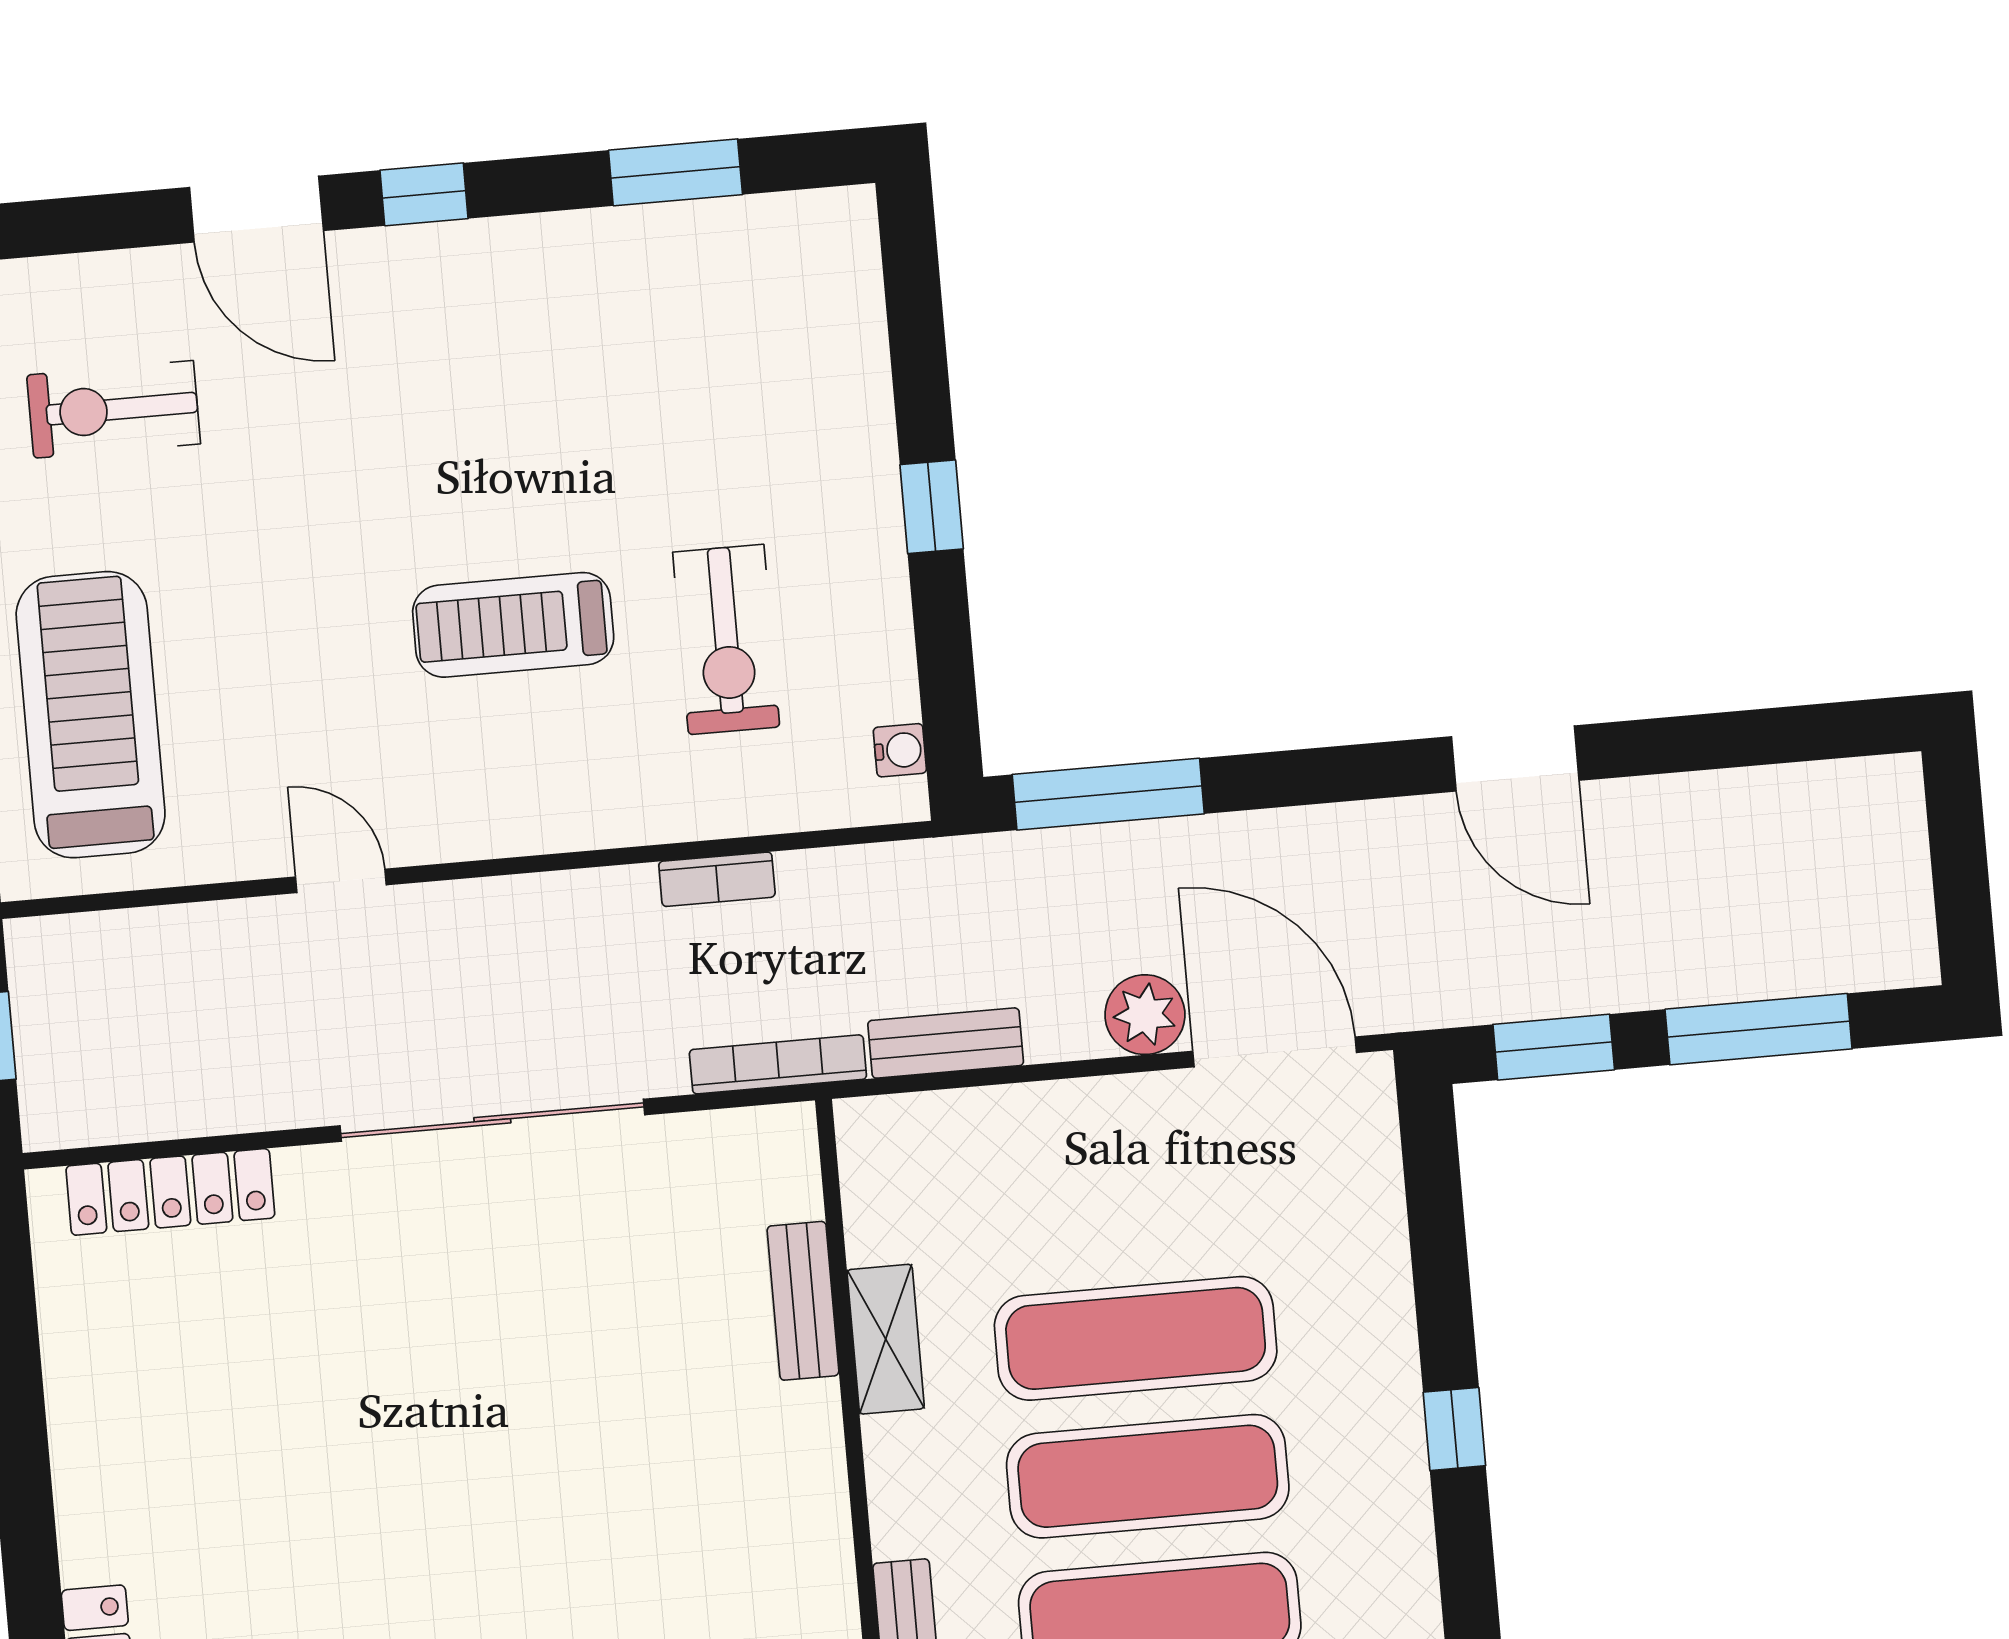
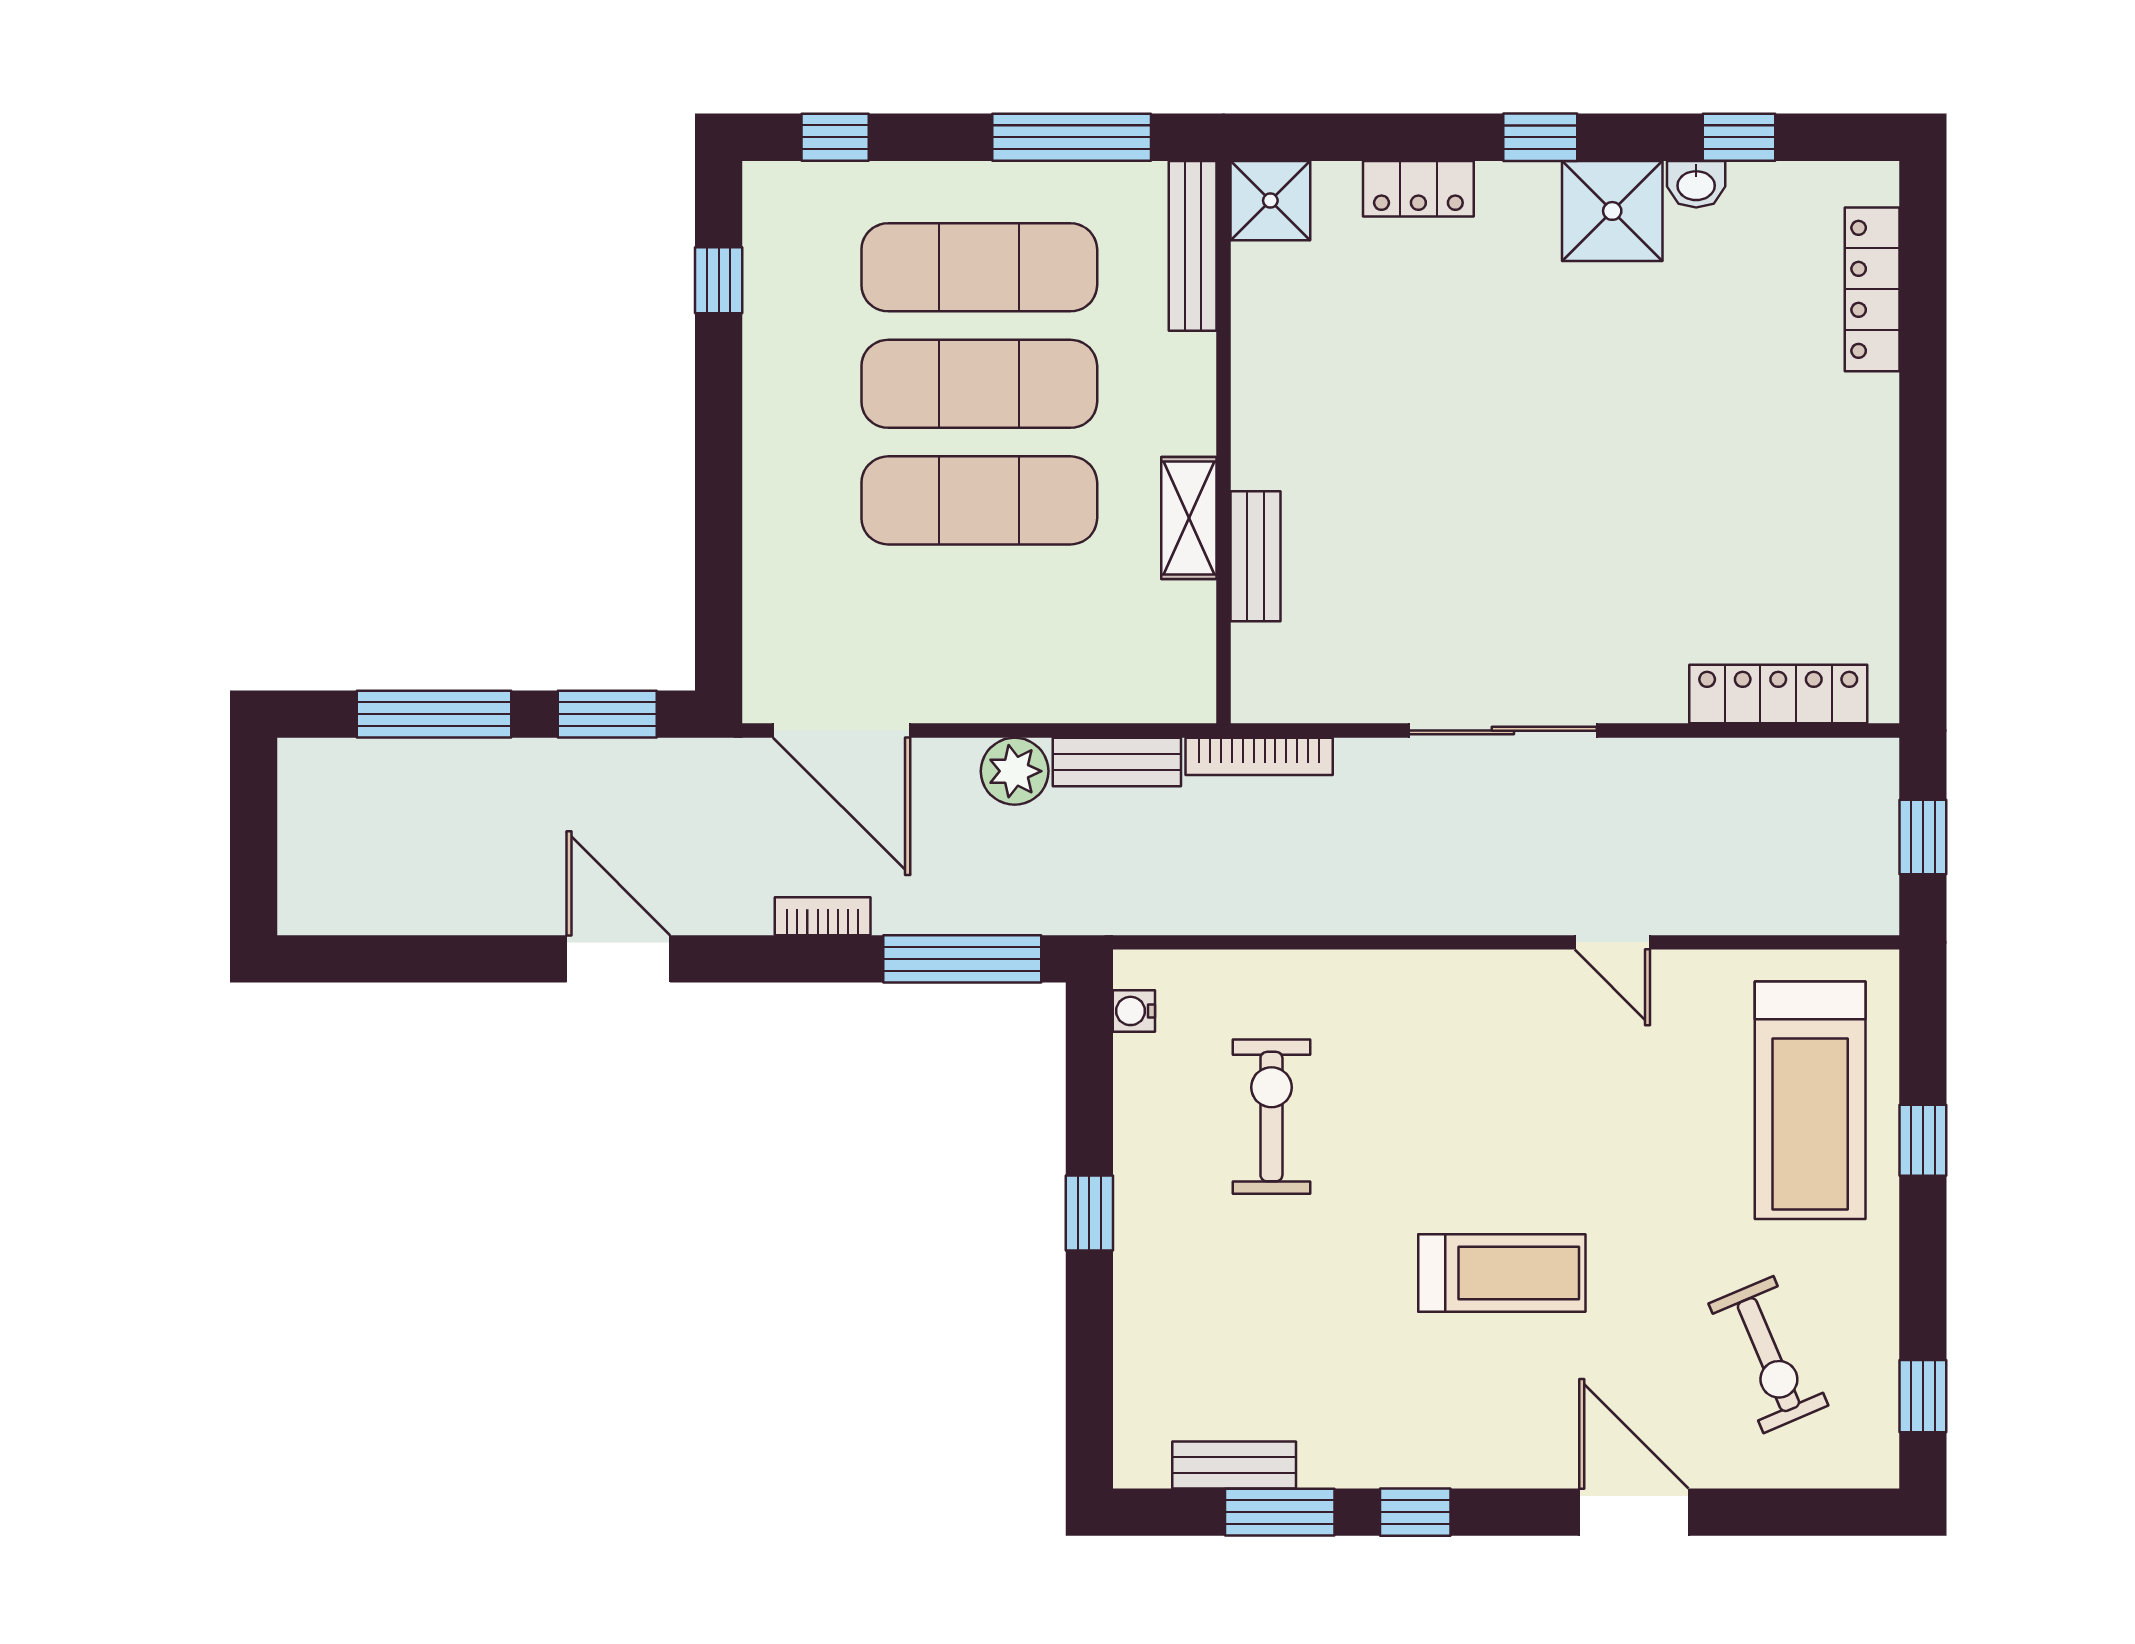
window: (424, 194) -> (1415, 1512), moved
bench: (734, 223) -> (1234, 1465), added
exercise bike: (114, 409) -> (1768, 1355), turned 67
treadmill: (513, 625) -> (1502, 1273), moved
bookcase: (717, 879) -> (823, 916), moved
plant: (1145, 1015) -> (1015, 771), moved
sliding door: (492, 1120) -> (1503, 731), width x0.73
window: (1454, 1429) -> (719, 280), moved

